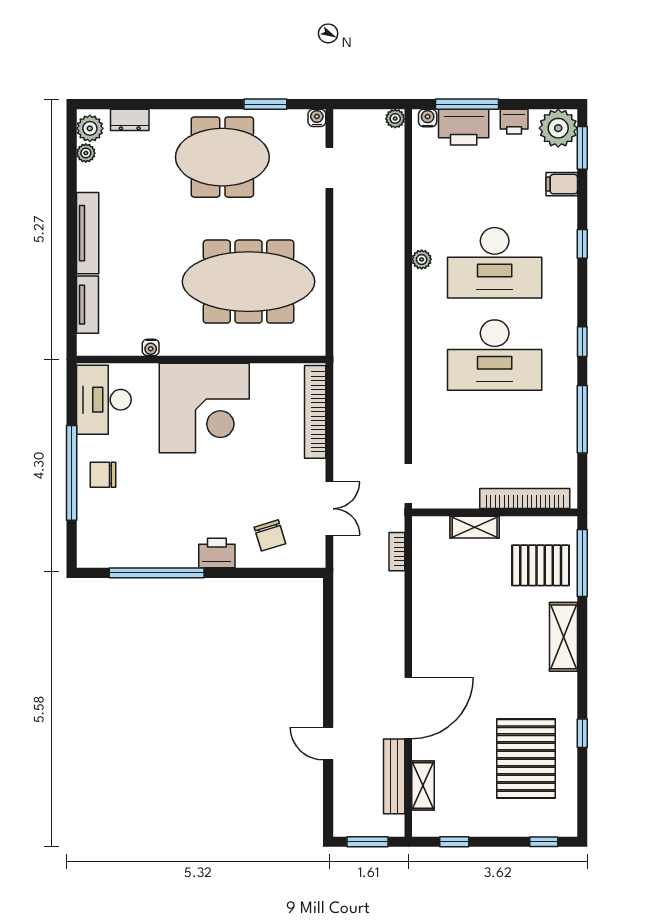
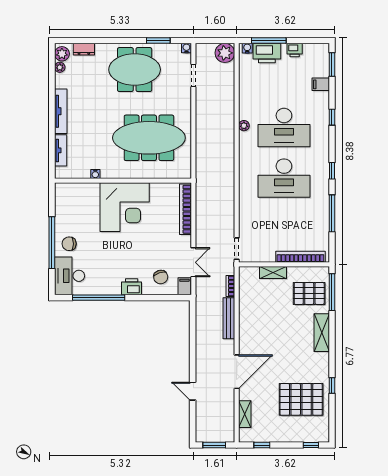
plant: (395, 119) -> (225, 53), width x1.87, depth x1.87
plant: (558, 128) -> (319, 54), removed
desk: (104, 400) -> (70, 276), moved
filing cabinet: (313, 552) -> (184, 286), added
pallet: (526, 759) -> (301, 399), turned 90
bench: (394, 776) -> (229, 318), moved

